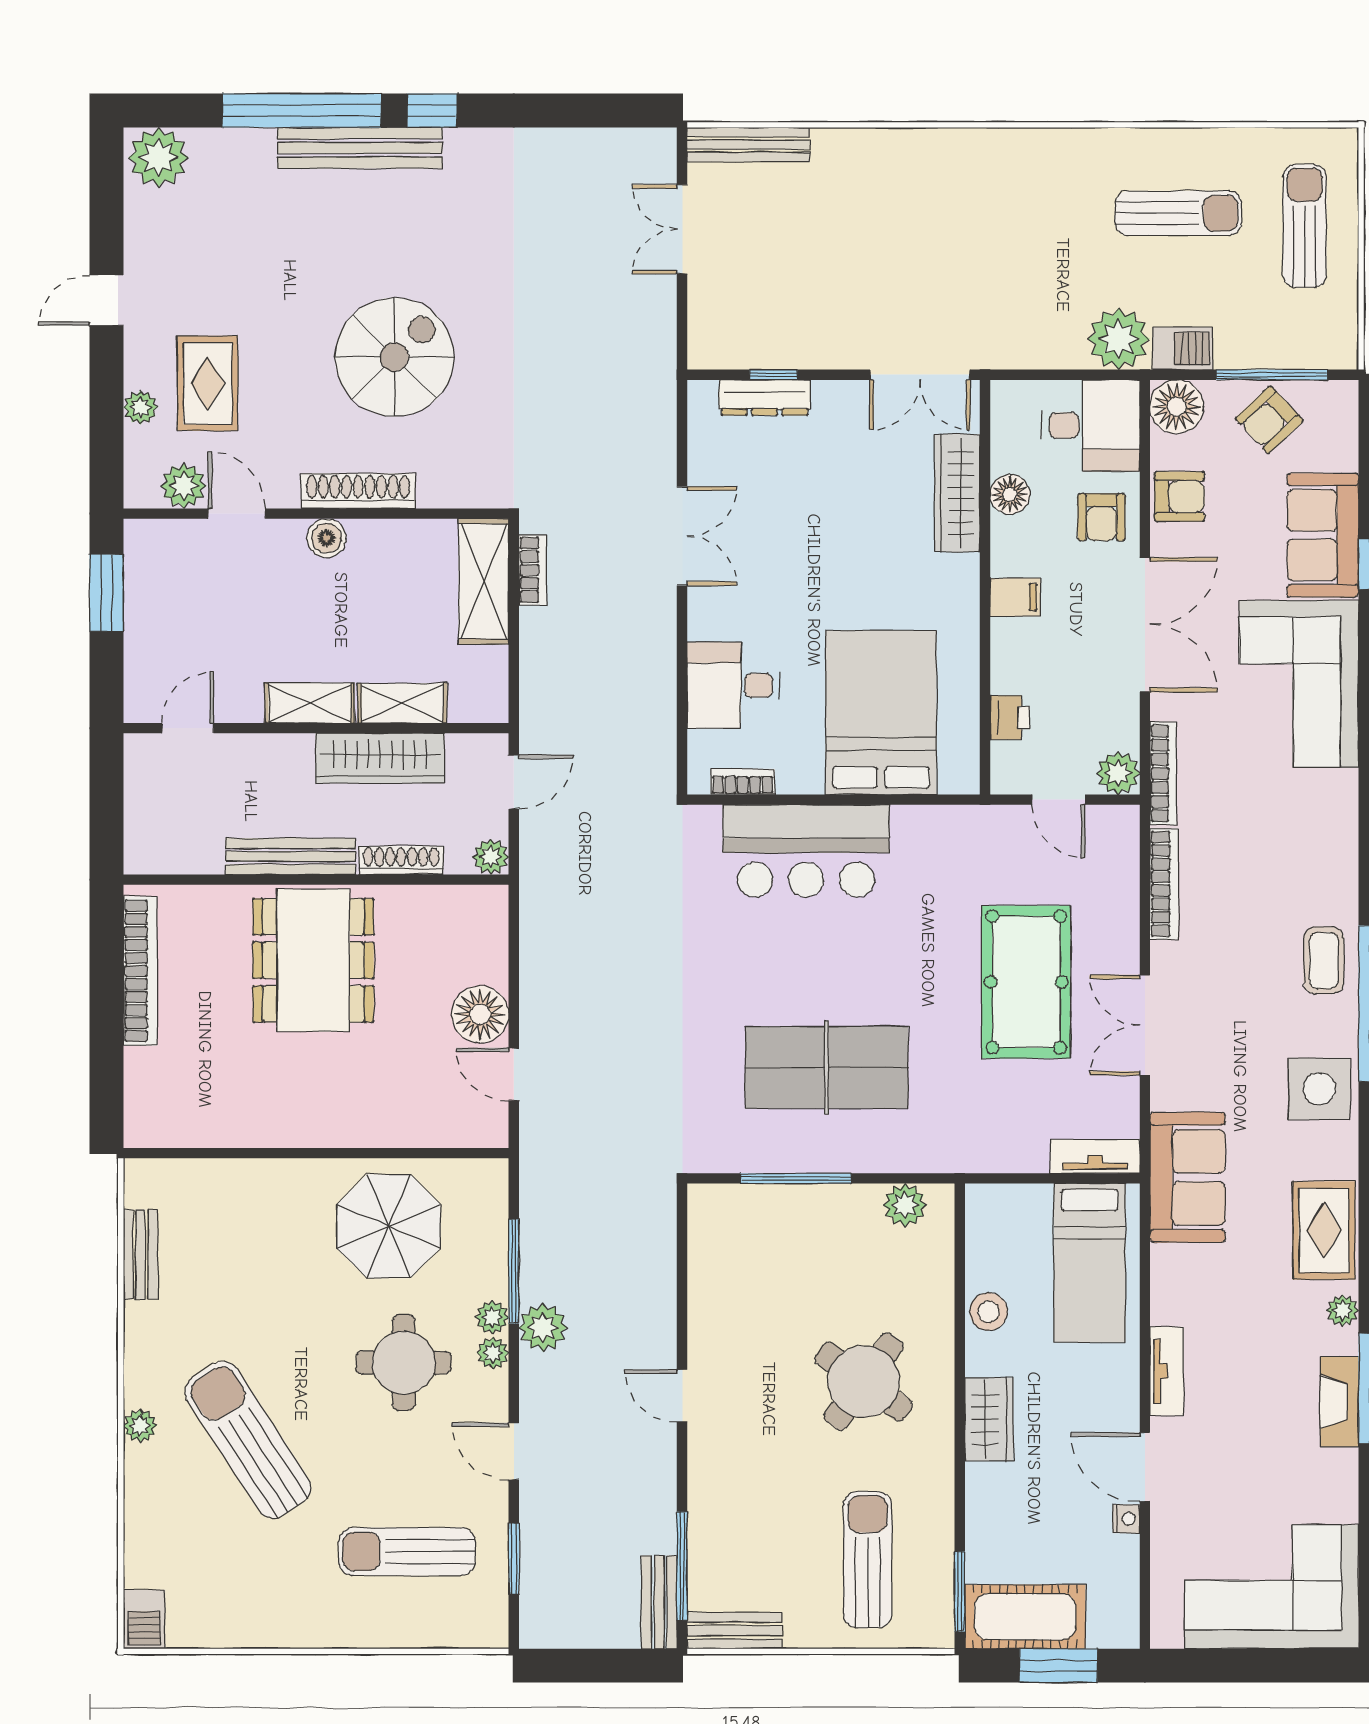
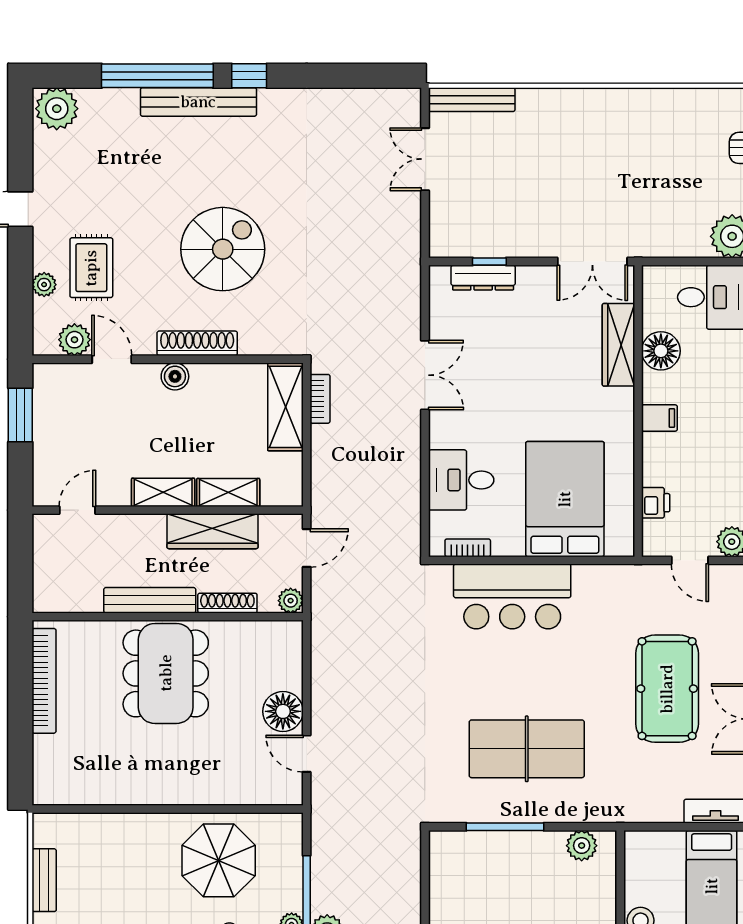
floor lamp: (1010, 494) -> (661, 351), width x1.38, depth x1.38
armchair: (1102, 517) -> (720, 362), removed

